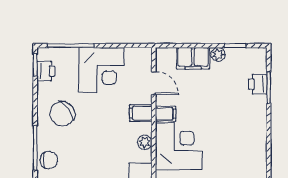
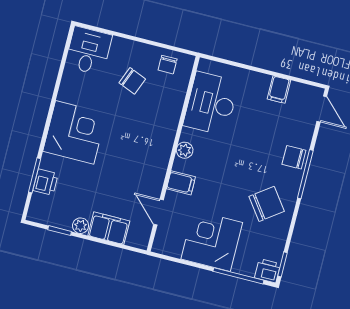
printer: (46, 71) -> (267, 271), moved, turned 90
filing cabinet: (166, 114) -> (154, 176), removed
corner desk: (179, 146) -> (75, 132), moved, turned 180

